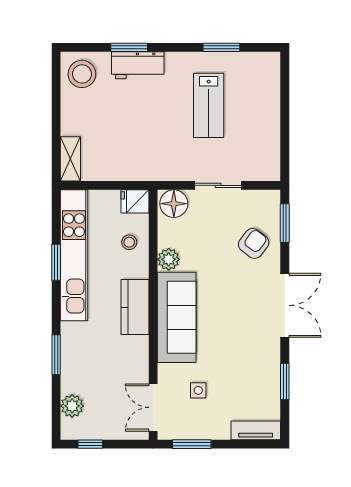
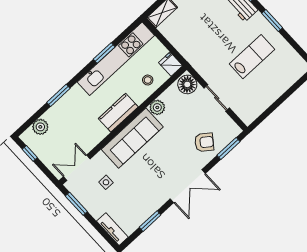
window: (221, 47) -> (272, 21), moved
lab bench: (209, 105) -> (252, 57), turned 180

